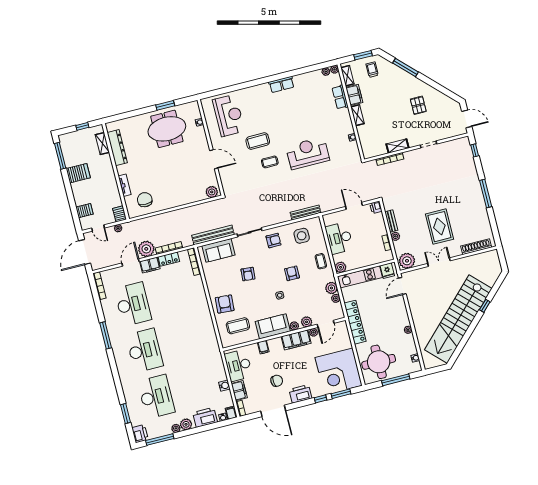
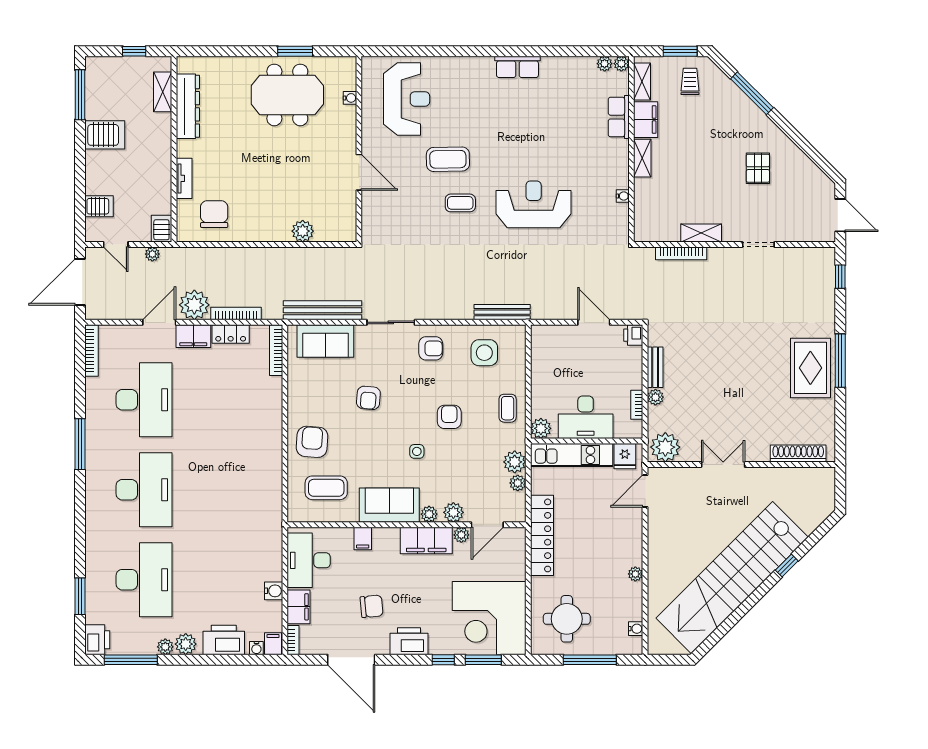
plant: (212, 192) -> (303, 231), moved
rug: (439, 227) -> (810, 368), moved
desk: (339, 238) -> (586, 417), moved, turned -90
round table: (379, 362) -> (567, 619), width x0.73, depth x0.73

